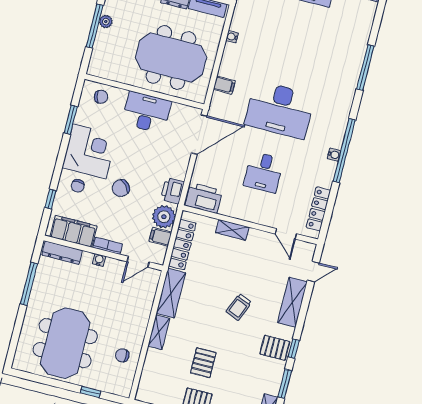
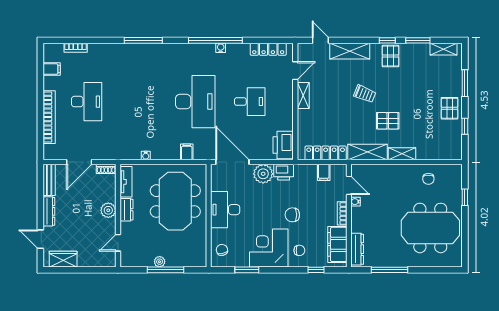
chair: (121, 188) -> (292, 215), turned 132
plant: (164, 217) -> (263, 174), moved
shelving: (232, 230) -> (303, 96), moved
water cooler: (99, 260) -> (356, 202), moved
pallet: (203, 363) -> (388, 121), moved

